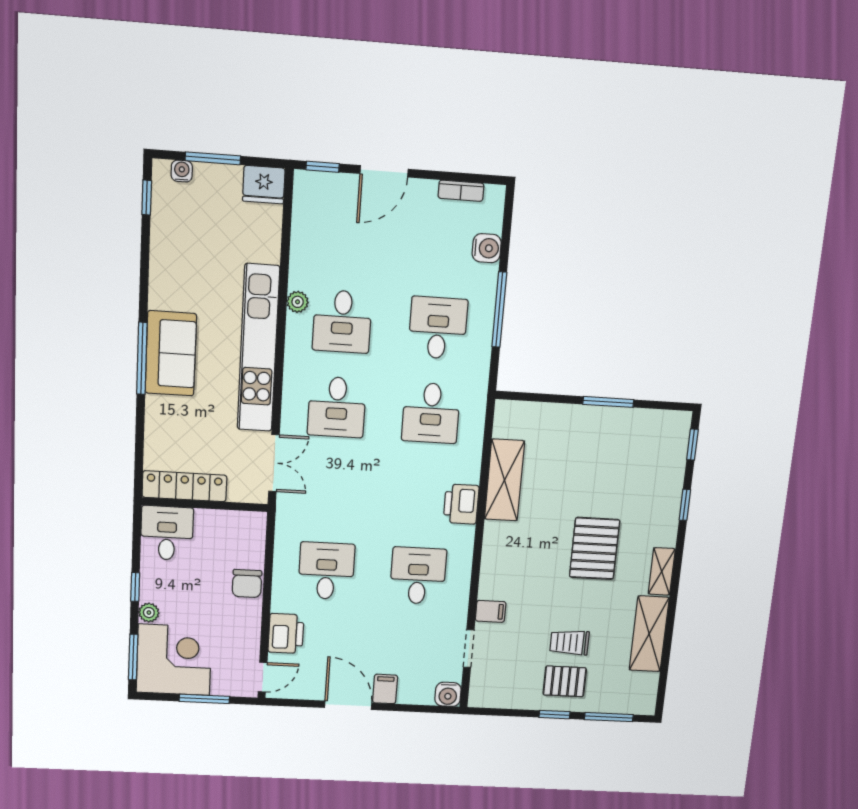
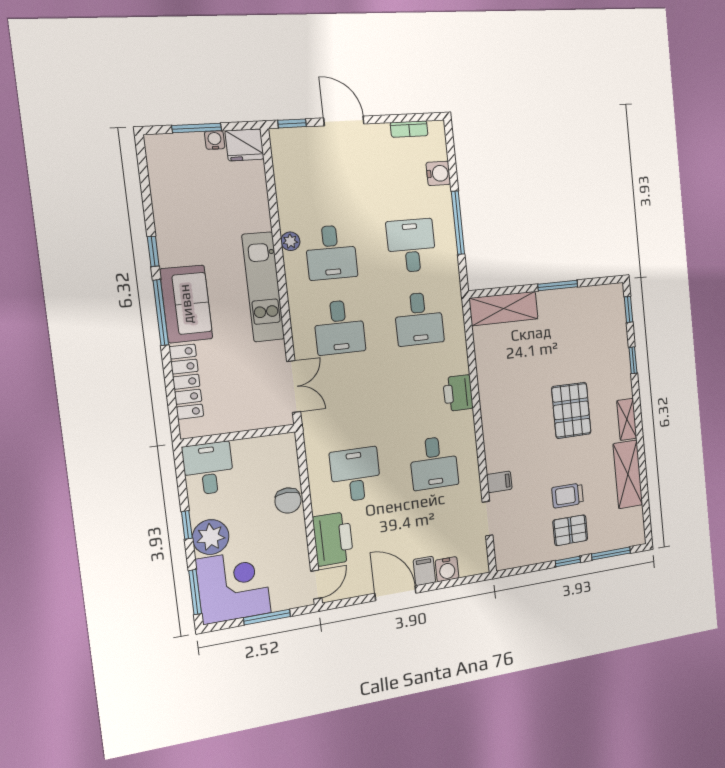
water cooler: (182, 171) -> (215, 140), moved
door: (384, 171) -> (344, 121), swing flipped
window: (147, 197) -> (153, 251), moved
kitchen unit: (258, 348) -> (263, 287), width x0.73
shelving: (504, 480) -> (504, 309), moved, turned 90
locker: (184, 486) -> (186, 382), moved, turned 90
desk: (418, 576) -> (434, 463), turned 180
plant: (149, 613) -> (211, 537), width x1.88, depth x1.88
printer: (286, 634) -> (333, 539), width x1.37, depth x1.19
water cooler: (448, 694) -> (447, 569), moved

